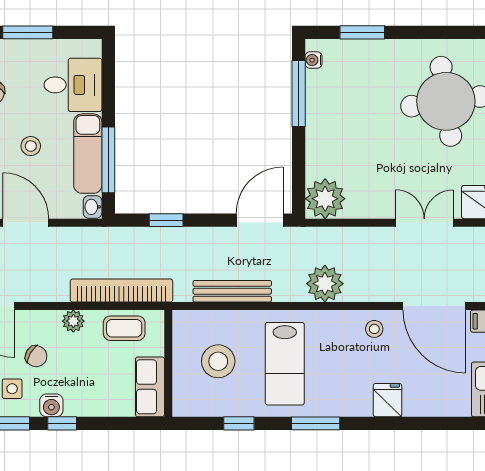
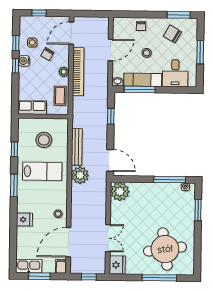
plant: (325, 284) -> (80, 175), moved
bookcase: (121, 291) -> (78, 72), moved
lab bench: (285, 364) -> (42, 171), turned 180

